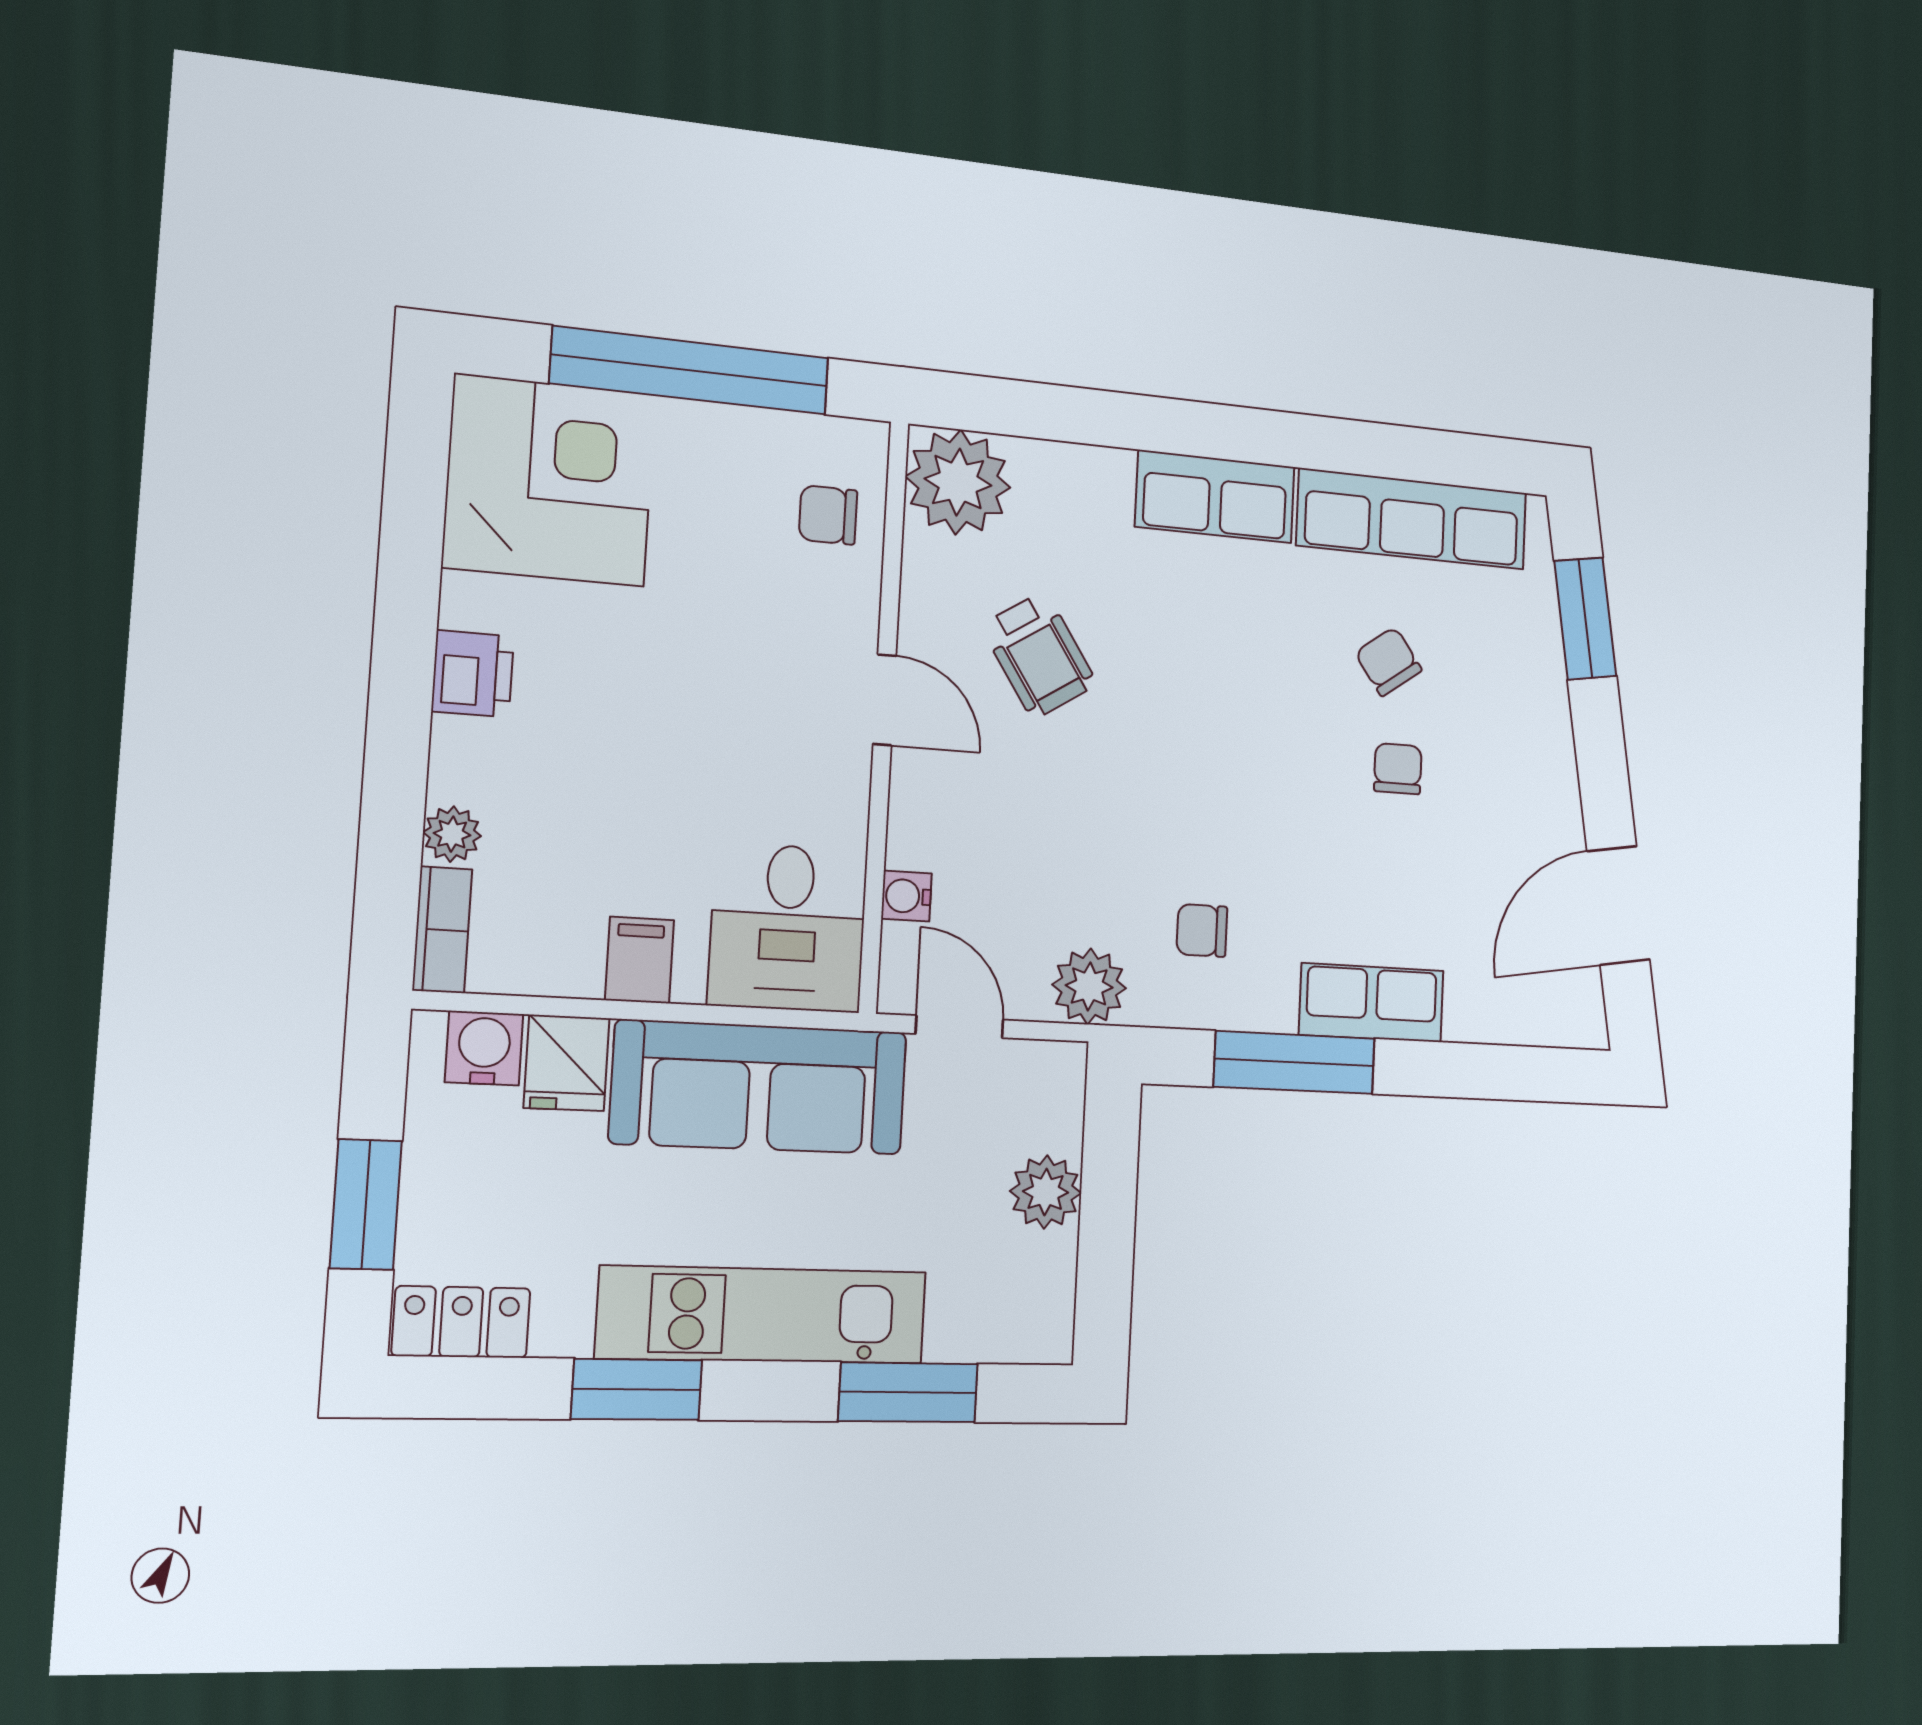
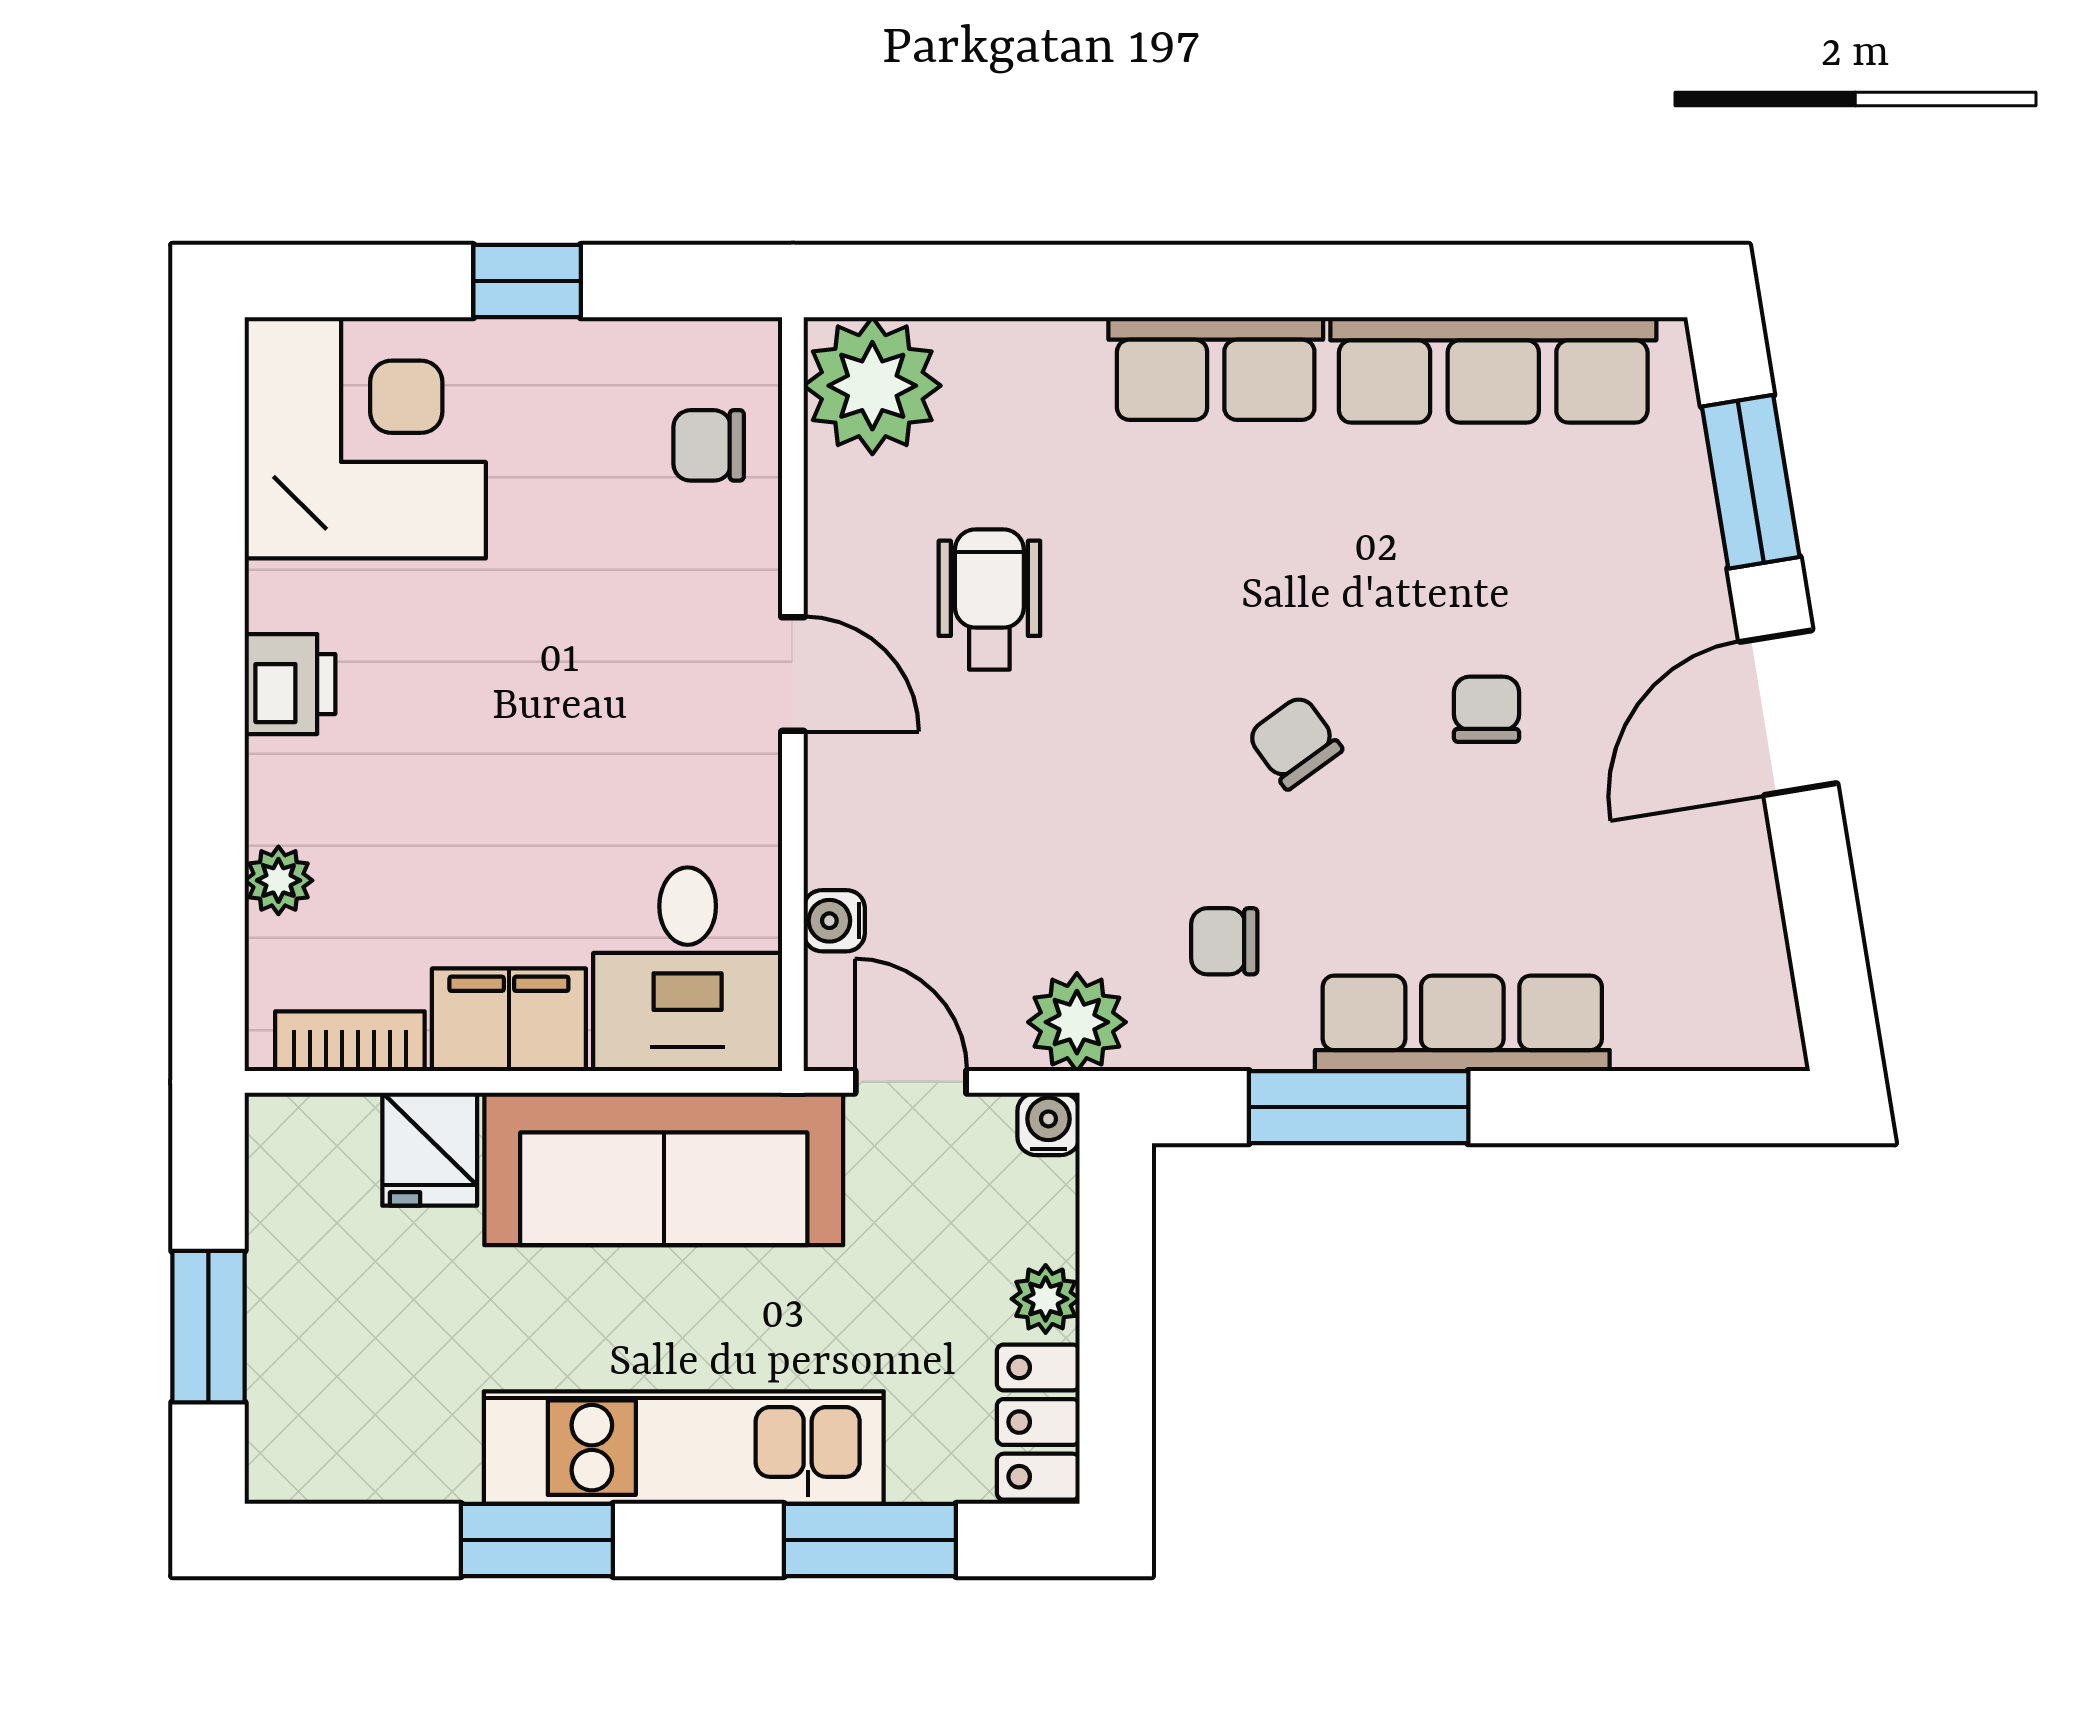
window: (690, 371) -> (527, 281), width x0.32
wheelchair: (1039, 655) -> (989, 600), turned -147
chair: (1388, 661) -> (1295, 742), moved
door: (1618, 905) -> (1788, 713), moved
bookcase: (442, 930) -> (350, 1041), moved, turned -90
filing cabinet: (639, 960) -> (509, 1020), width x2.00
row of seats: (1371, 1003) -> (1462, 1023), width x1.48
water cooler: (484, 1048) -> (1048, 1124), moved, width x0.72, depth x0.72
plant: (1046, 1192) -> (1046, 1299), width x0.73, depth x0.73
locker: (461, 1322) -> (1038, 1422), moved, turned -90

